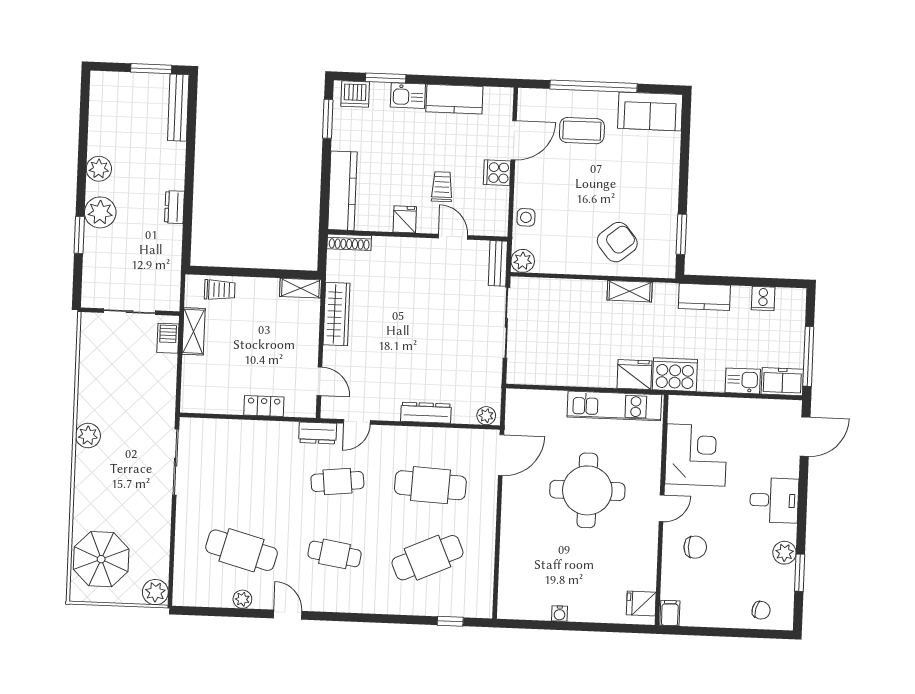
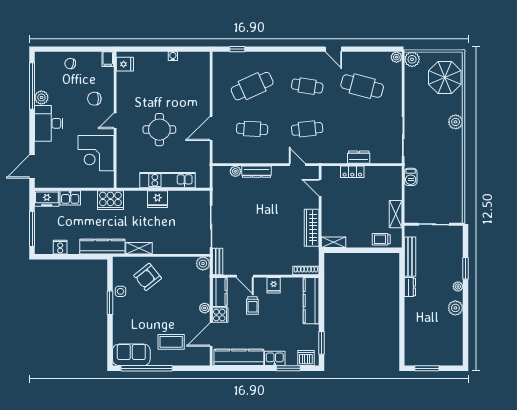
window: (593, 86) -> (147, 368), moved
kitchen counter: (454, 99) -> (239, 357), width x1.50
bench: (178, 108) -> (410, 257), moved
plant: (523, 186) -> (205, 308), added
plant: (100, 212) -> (458, 286), width x0.53, depth x0.53
kitchen counter: (496, 212) -> (220, 292), added
side table: (526, 217) -> (120, 291), moved
window: (681, 234) -> (110, 303), moved
kitchen counter: (704, 297) -> (102, 247), width x1.50
barbecue: (168, 338) -> (411, 177), moved
window: (808, 356) -> (32, 229), moved
fridge: (634, 375) -> (158, 199), moved
kitchen unit: (614, 406) -> (168, 180), moved
plant: (486, 416) -> (235, 171), moved
door: (357, 422) -> (297, 165), hinge flipped
dresser: (318, 433) -> (359, 157), moved
plant: (88, 435) -> (456, 122), moved
door: (501, 455) -> (211, 128), moved
cafe table: (430, 485) -> (252, 129), width x0.73, depth x0.74
round table: (587, 490) -> (159, 130), width x0.73, depth x0.73
desk: (774, 500) -> (49, 123), width x1.37
window: (800, 573) -> (32, 86), width x2.11
plant: (242, 599) -> (396, 57), moved
chair: (761, 610) -> (70, 64), moved

